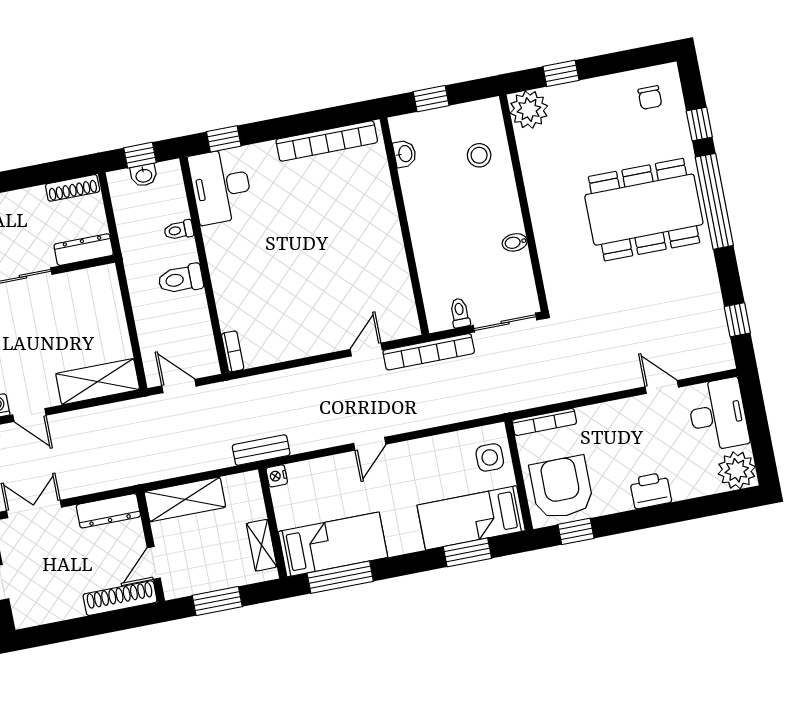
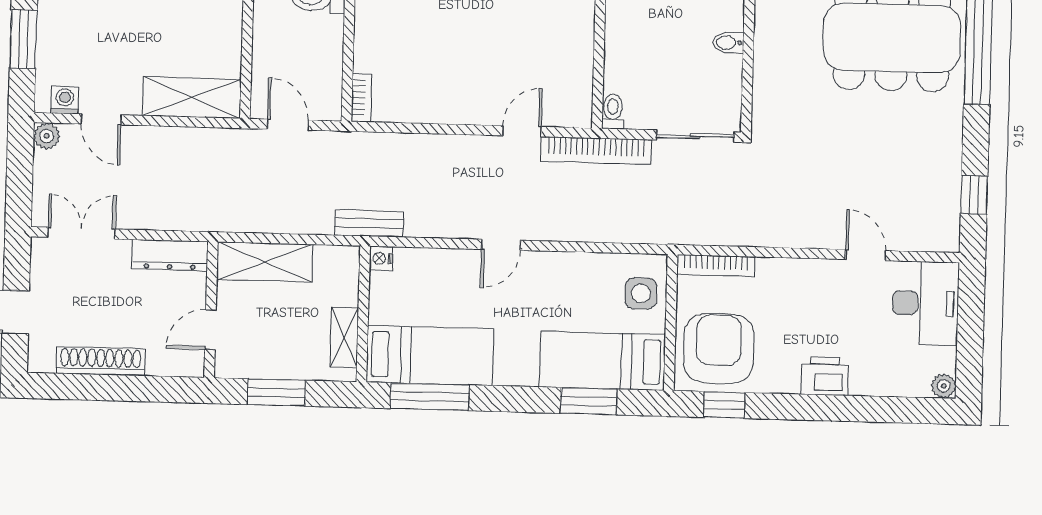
toilet: (460, 313) -> (613, 111), moved
plant: (737, 470) -> (944, 386), width x0.53, depth x0.53
shoe rack: (120, 598) -> (101, 361), moved

